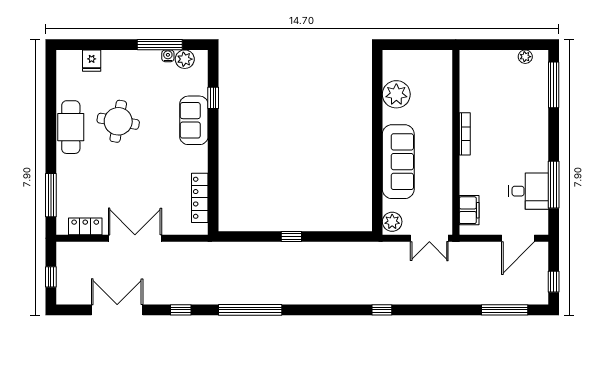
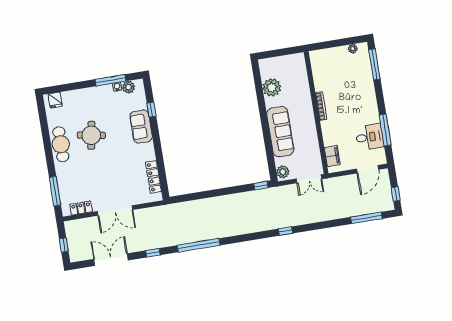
fridge: (92, 61) -> (55, 100), moved
window: (291, 237) -> (261, 186), moved
double door: (135, 238) -> (115, 211), swing flipped

